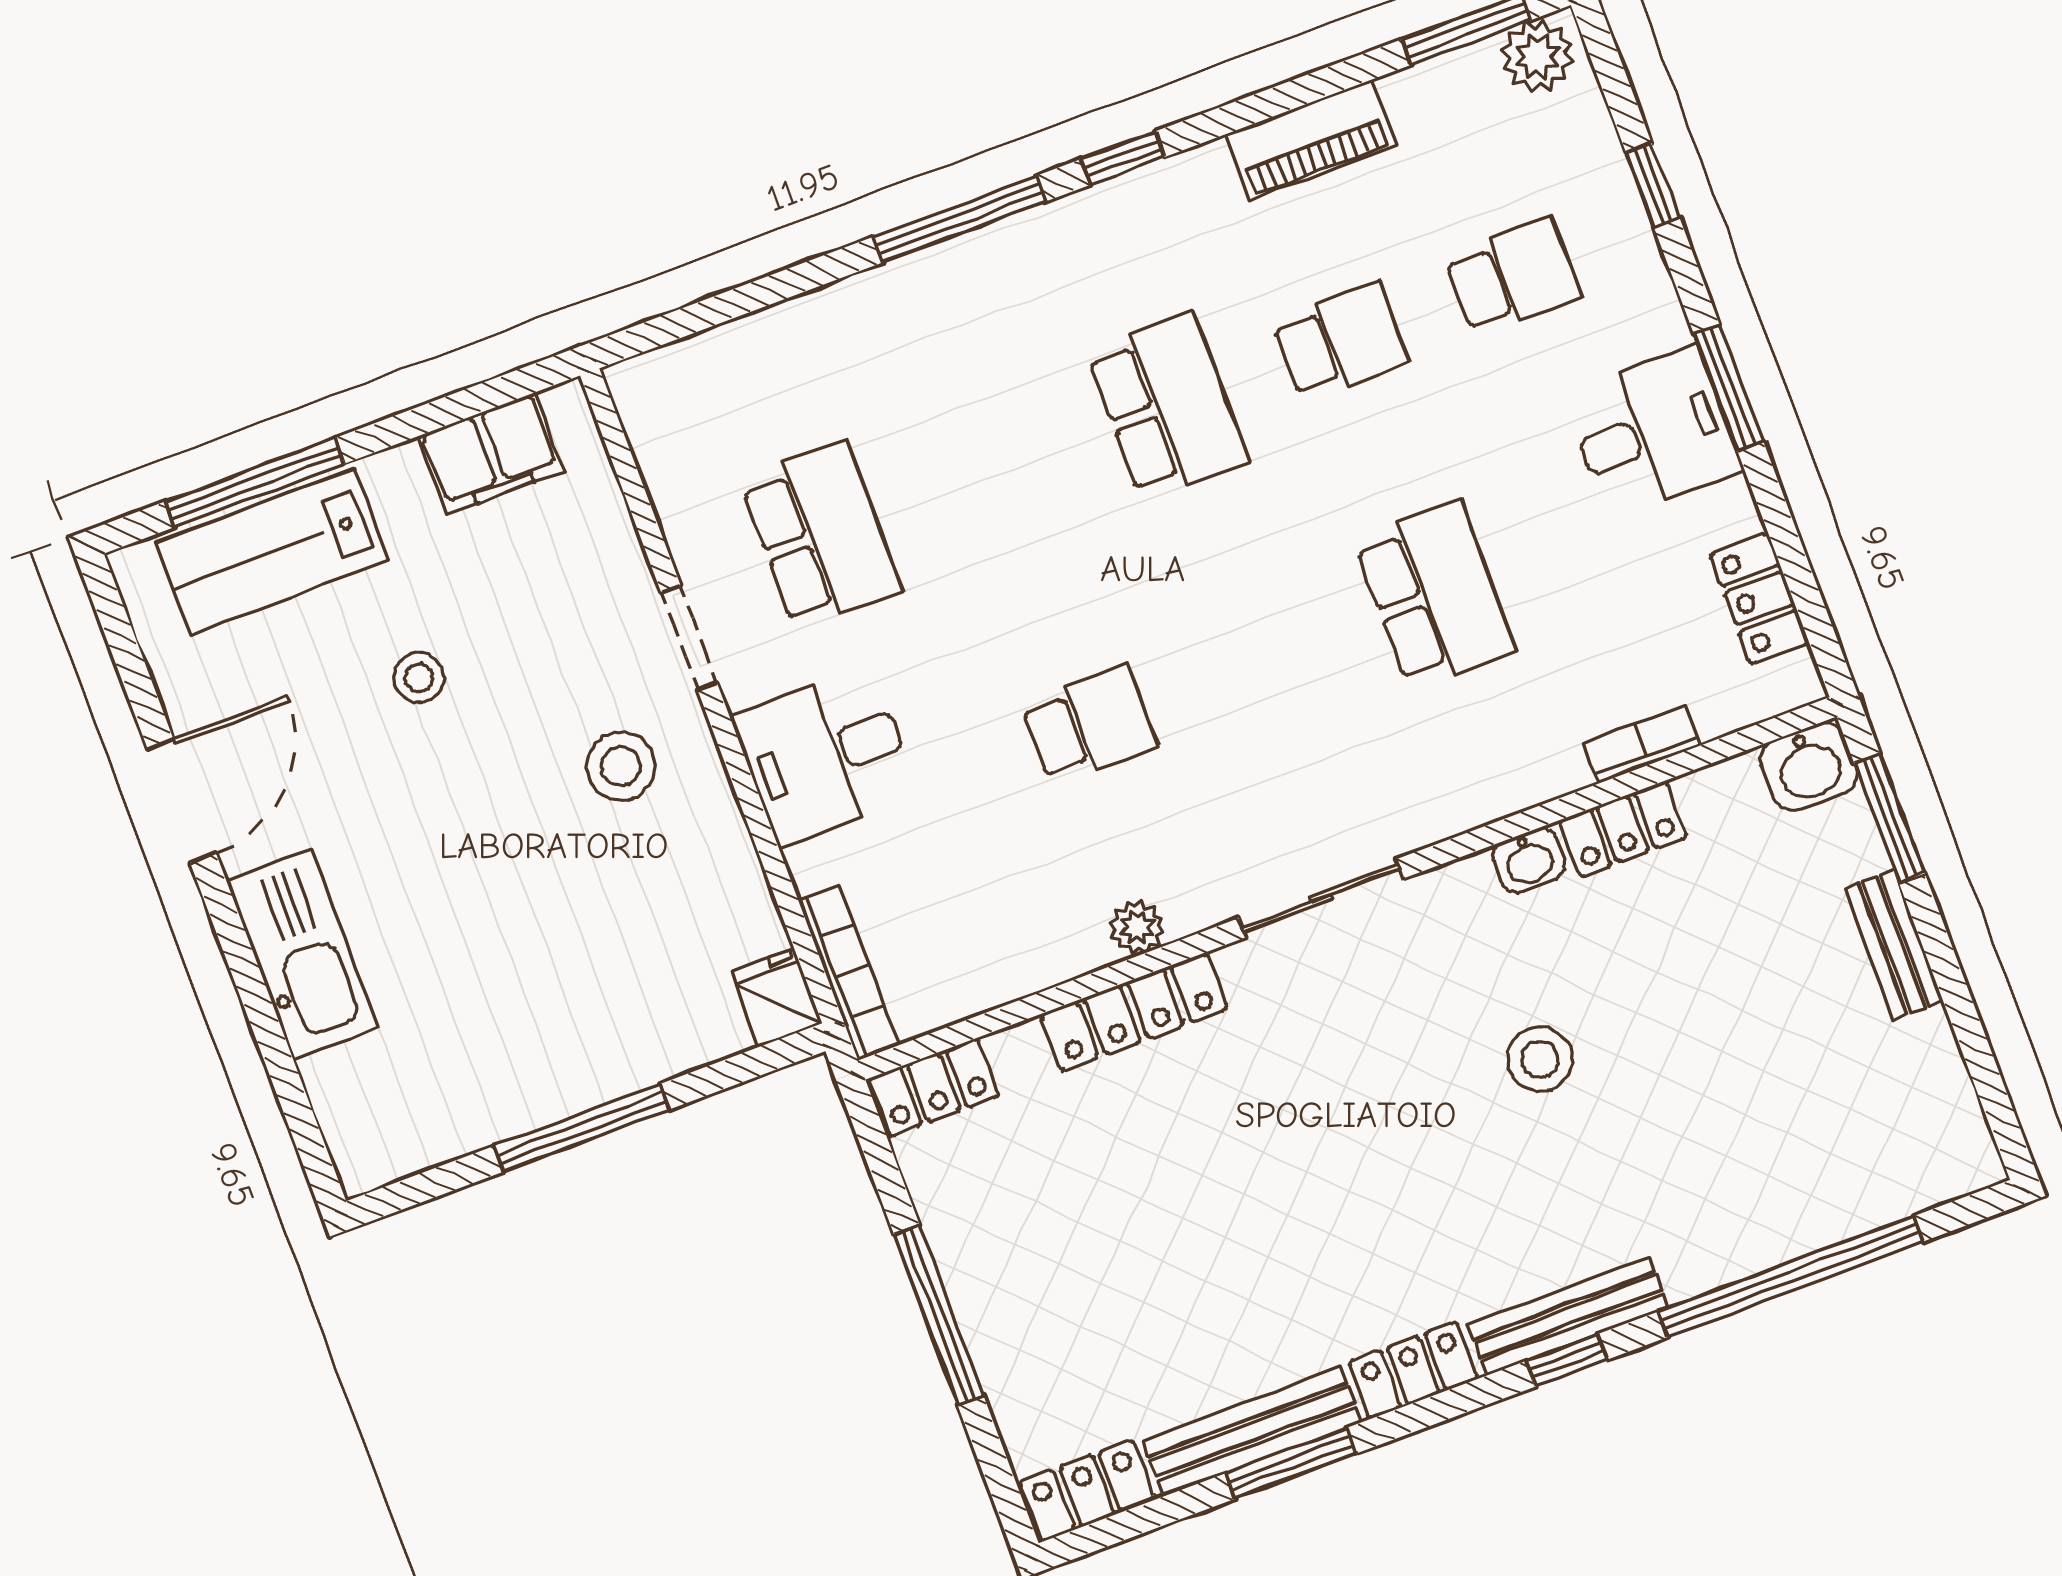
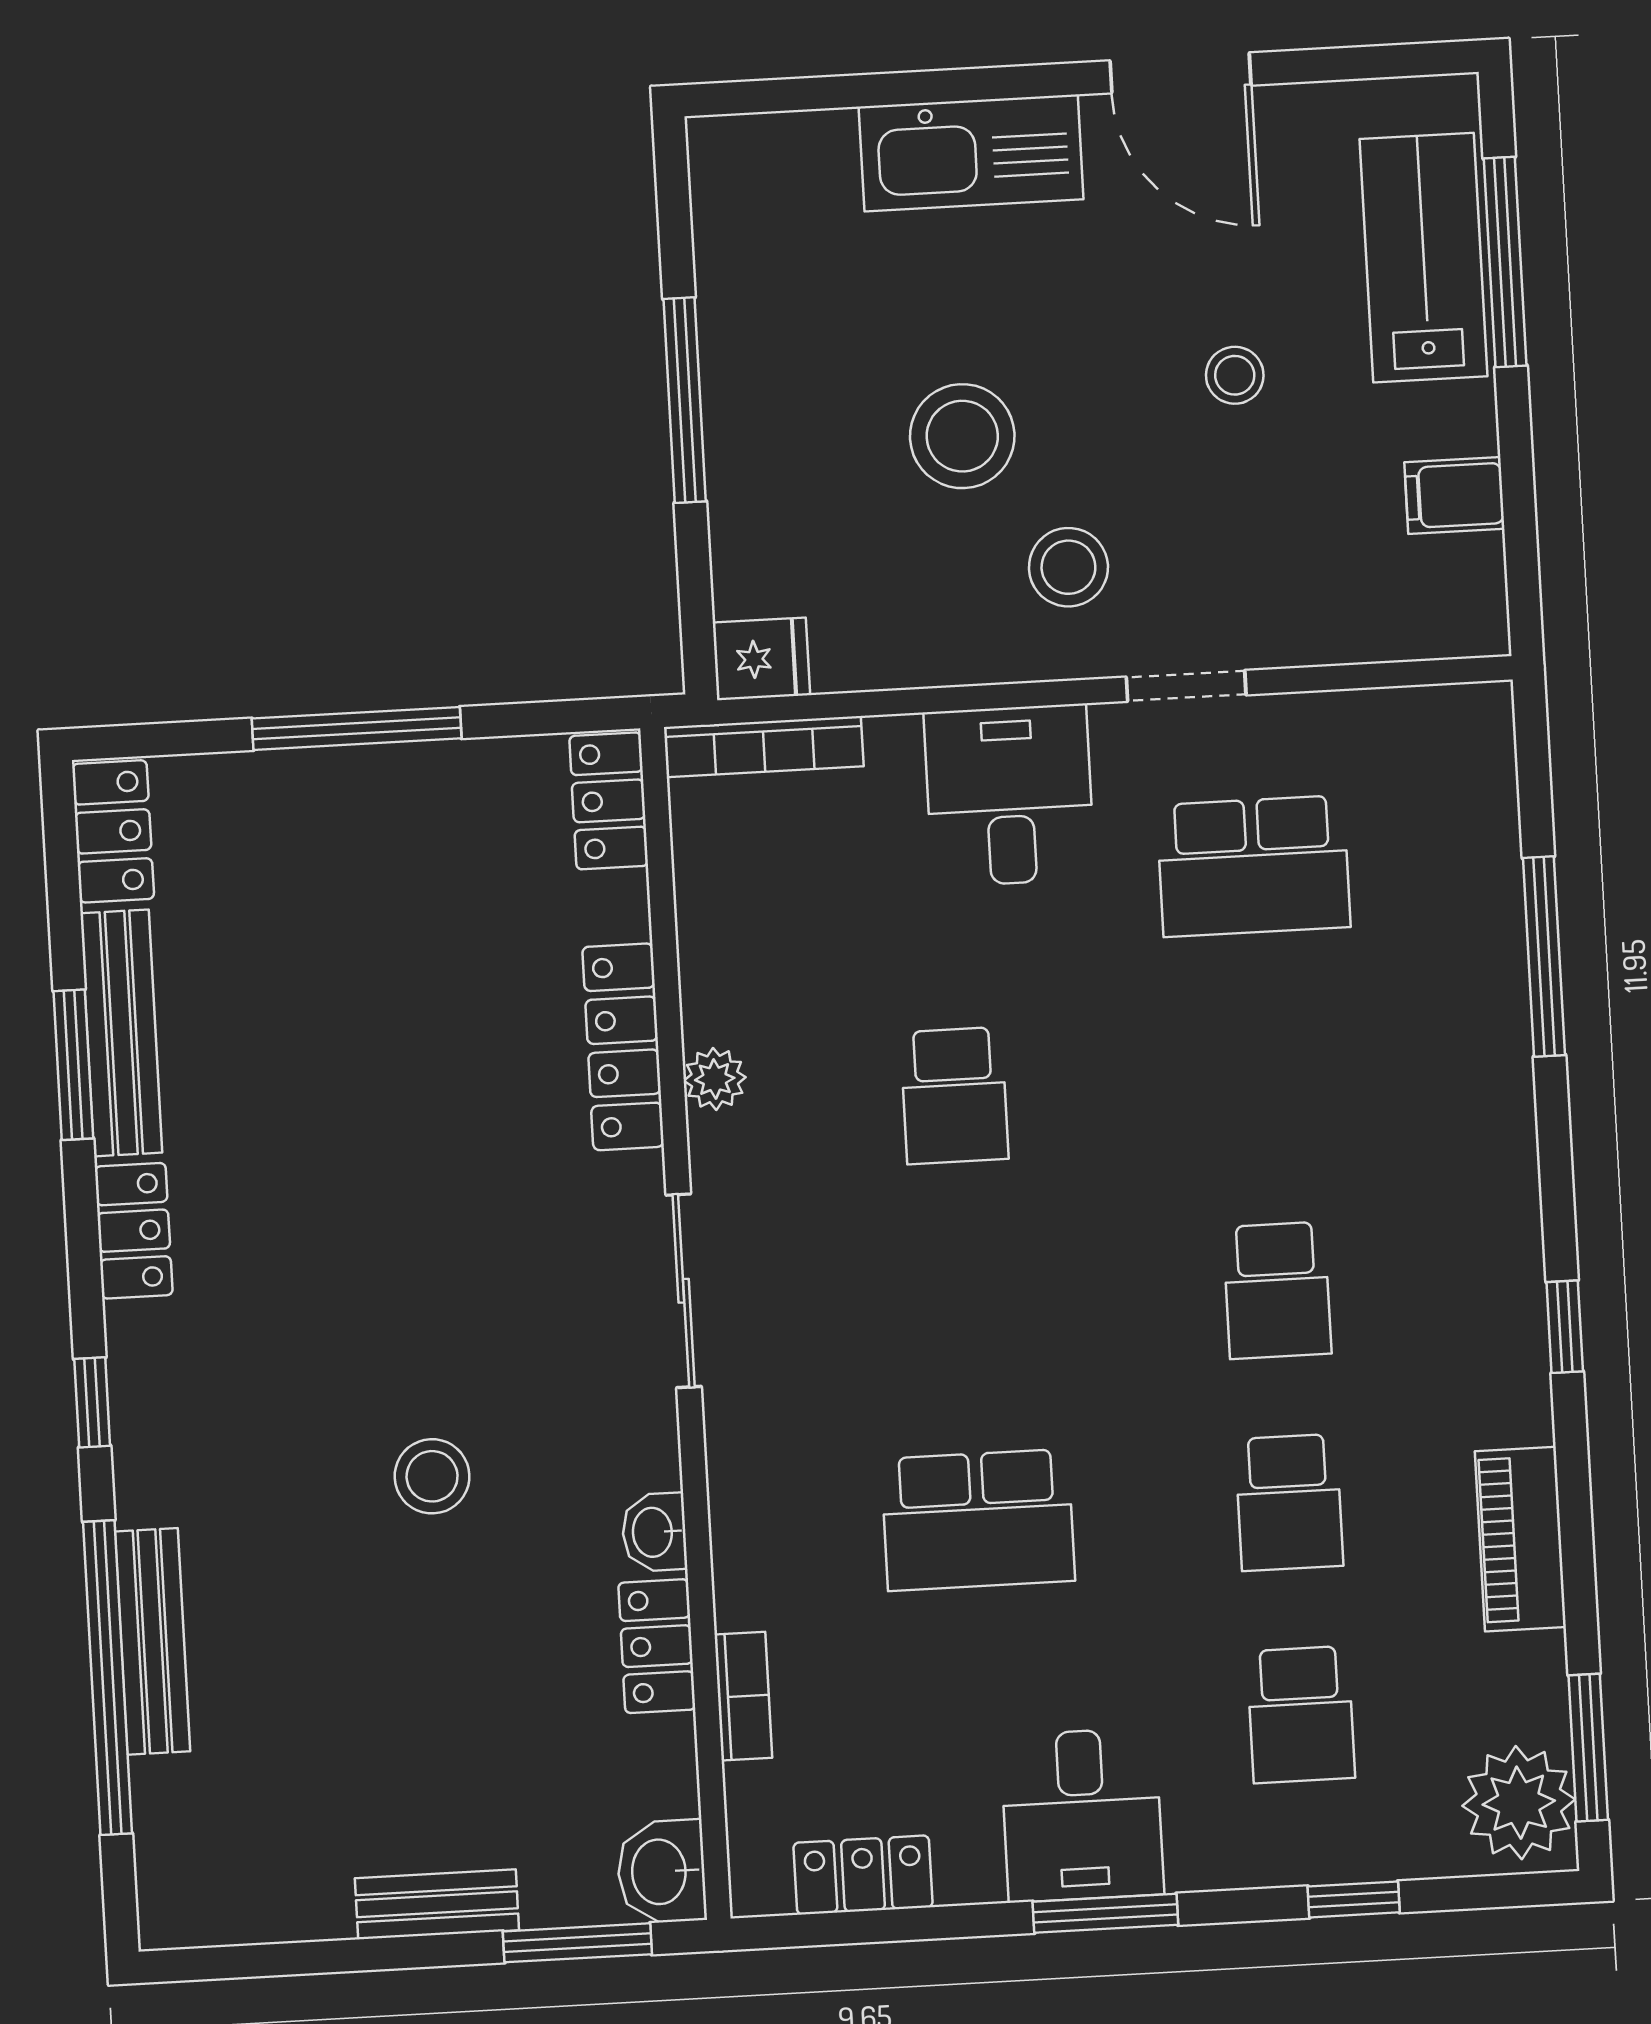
plant: (1537, 56) -> (1519, 1803), width x1.36, depth x1.36
window: (959, 219) -> (1544, 956), moved
school desk: (1167, 406) -> (1277, 1290), width x0.54
filing cabinet: (491, 453) -> (1454, 495), width x0.50
stool: (540, 888) -> (962, 436), added
bench: (1568, 1316) -> (153, 1641), moved

